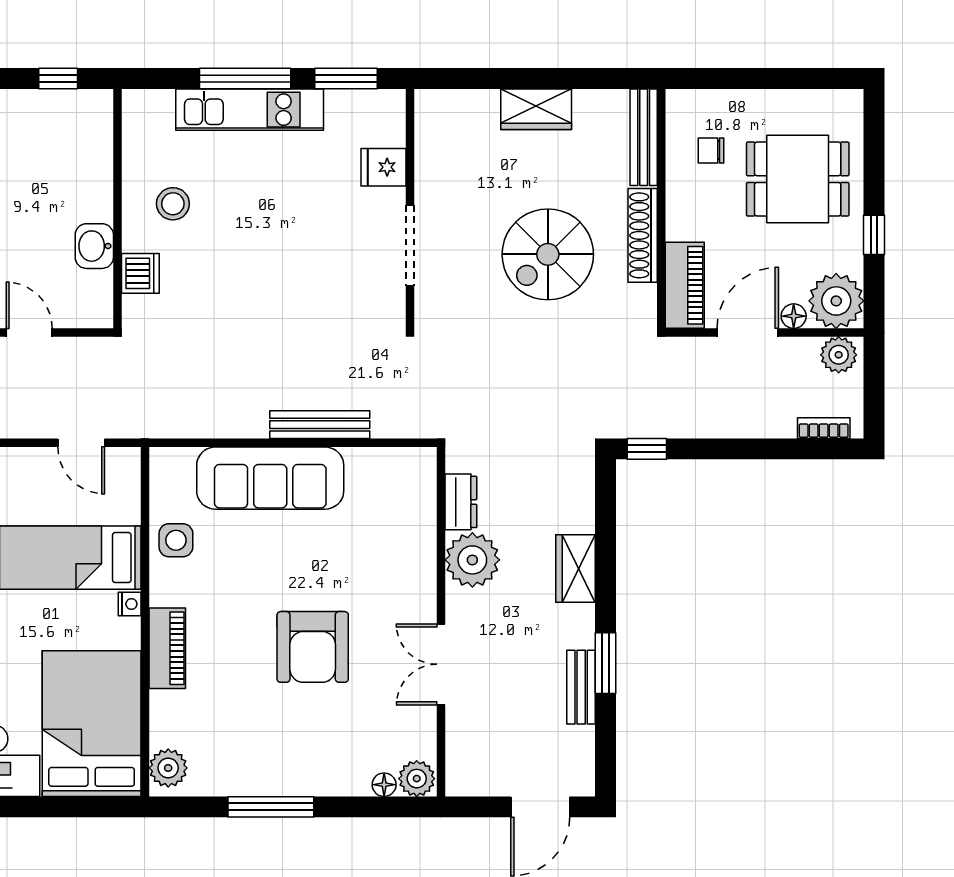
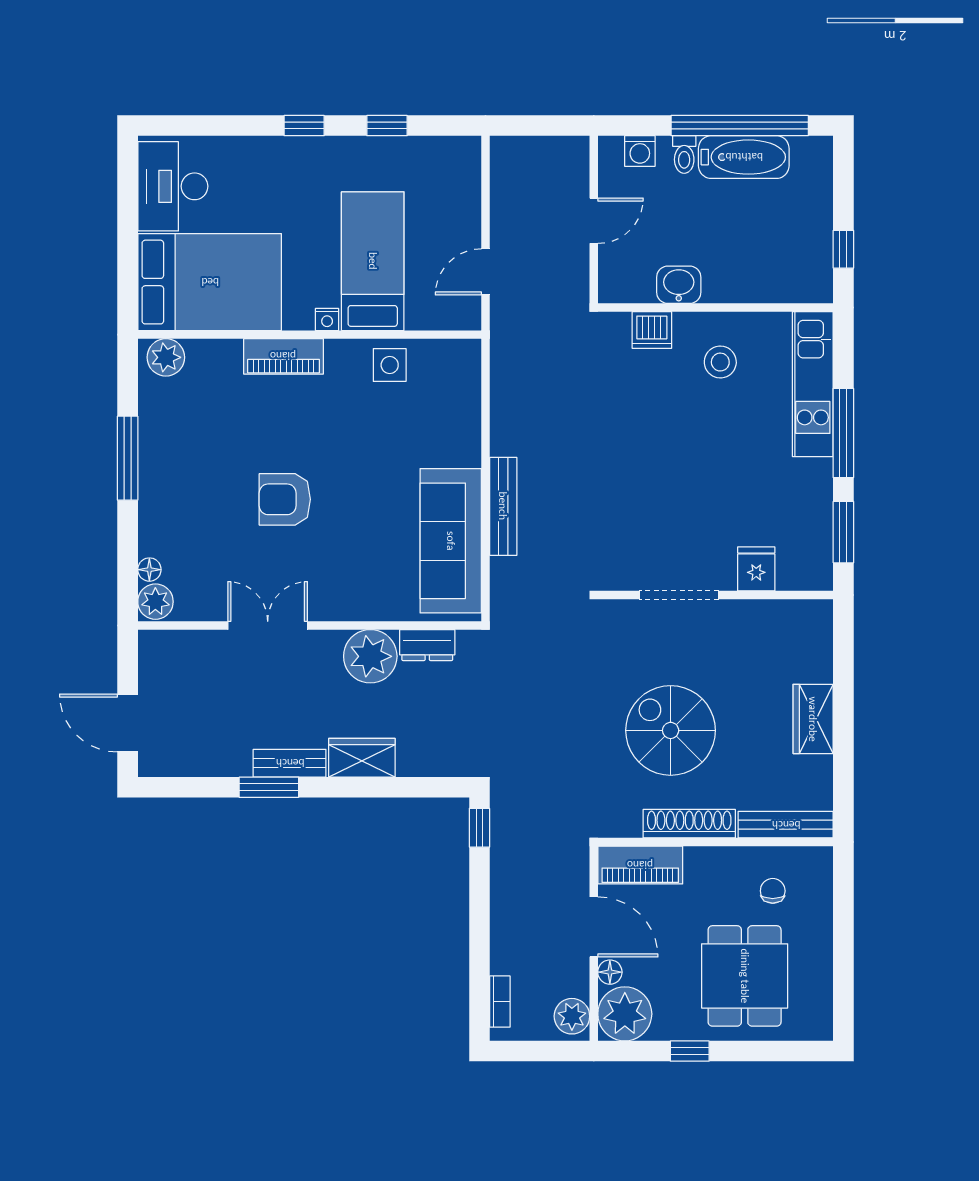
kitchen unit: (250, 110) -> (813, 384), moved
sofa: (270, 478) -> (451, 541), moved
armchair: (313, 647) -> (285, 499), width x0.73, depth x0.73
bench: (581, 687) -> (290, 763), moved

